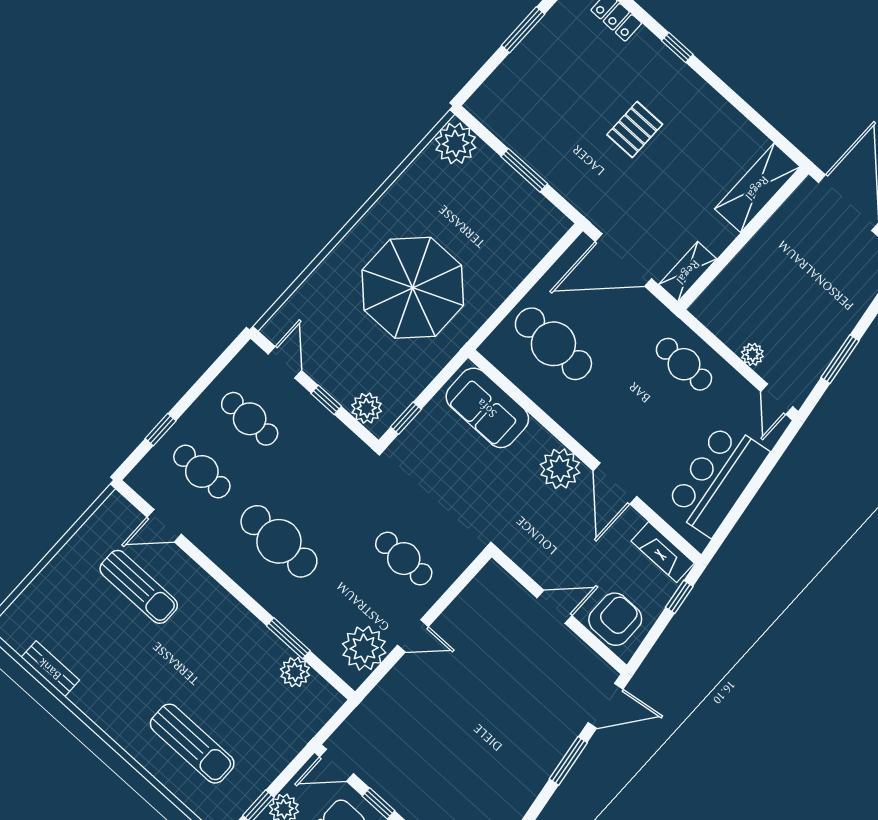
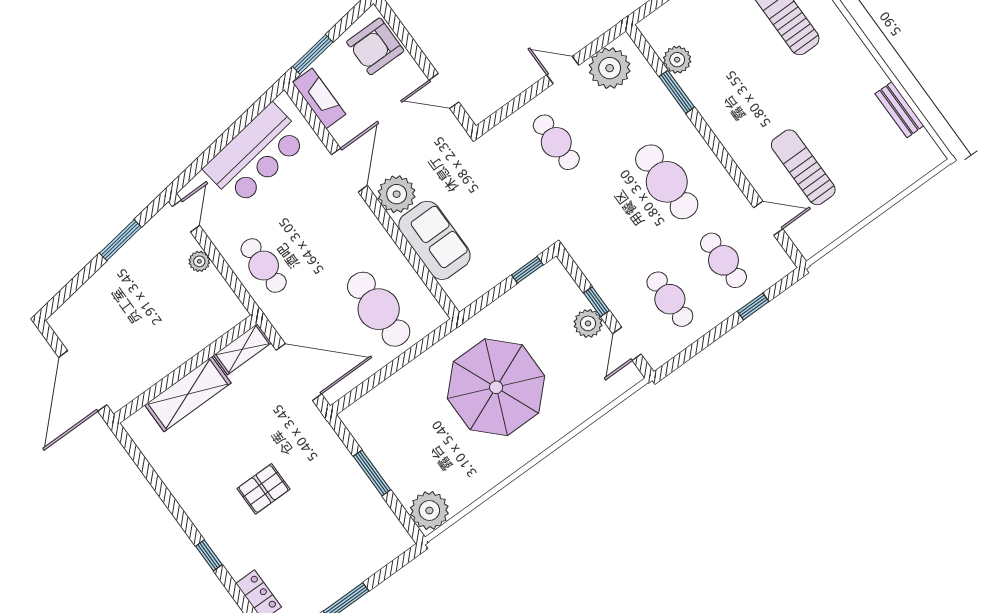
shelving: (757, 188) -> (188, 394), moved
plant: (367, 408) -> (588, 323), moved
sofa: (487, 408) -> (434, 240), moved
window: (679, 597) -> (313, 54), width x1.50
door: (554, 607) -> (444, 91), moved

